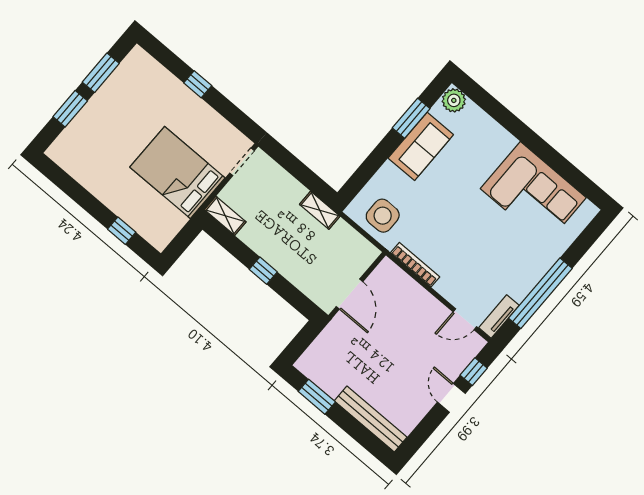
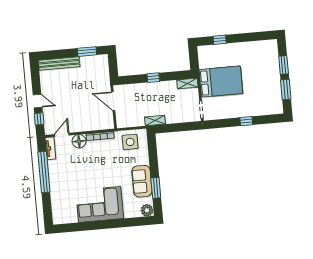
corner sofa: (533, 193) -> (100, 204), moved
floor lamp: (451, 287) -> (79, 141), added

